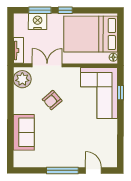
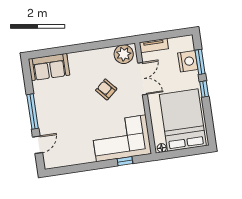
sofa: (24, 132) -> (49, 67), moved

